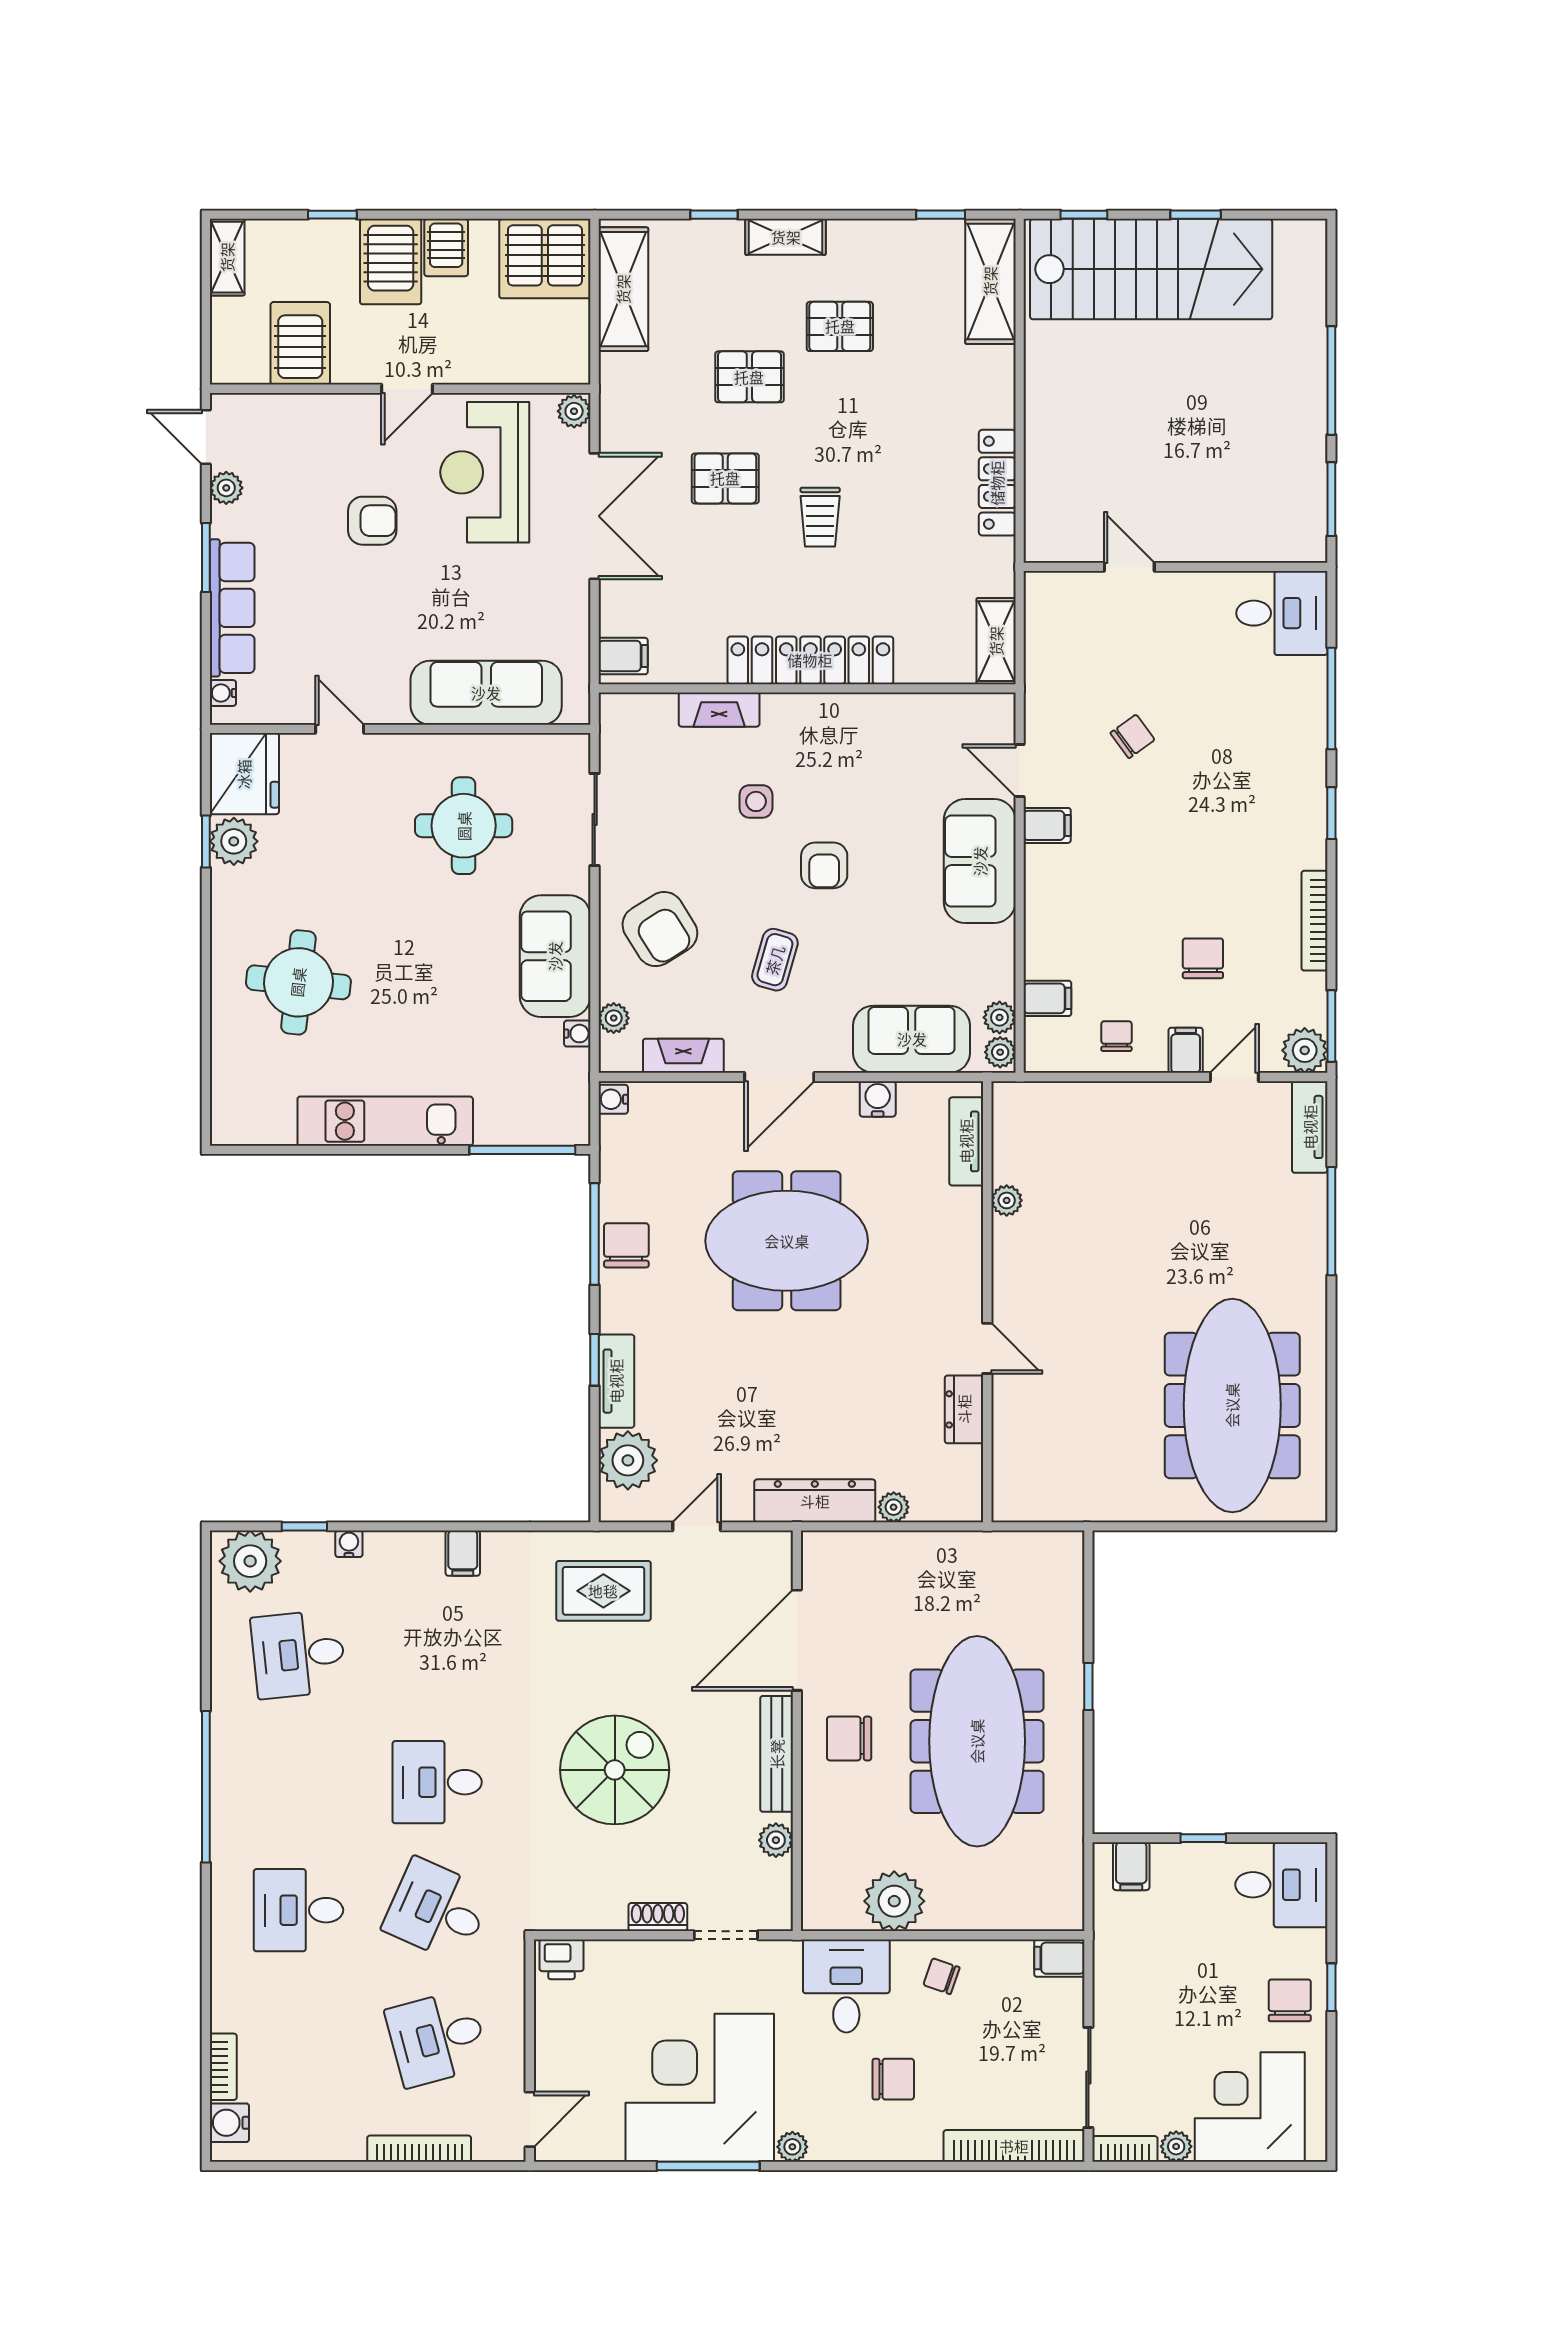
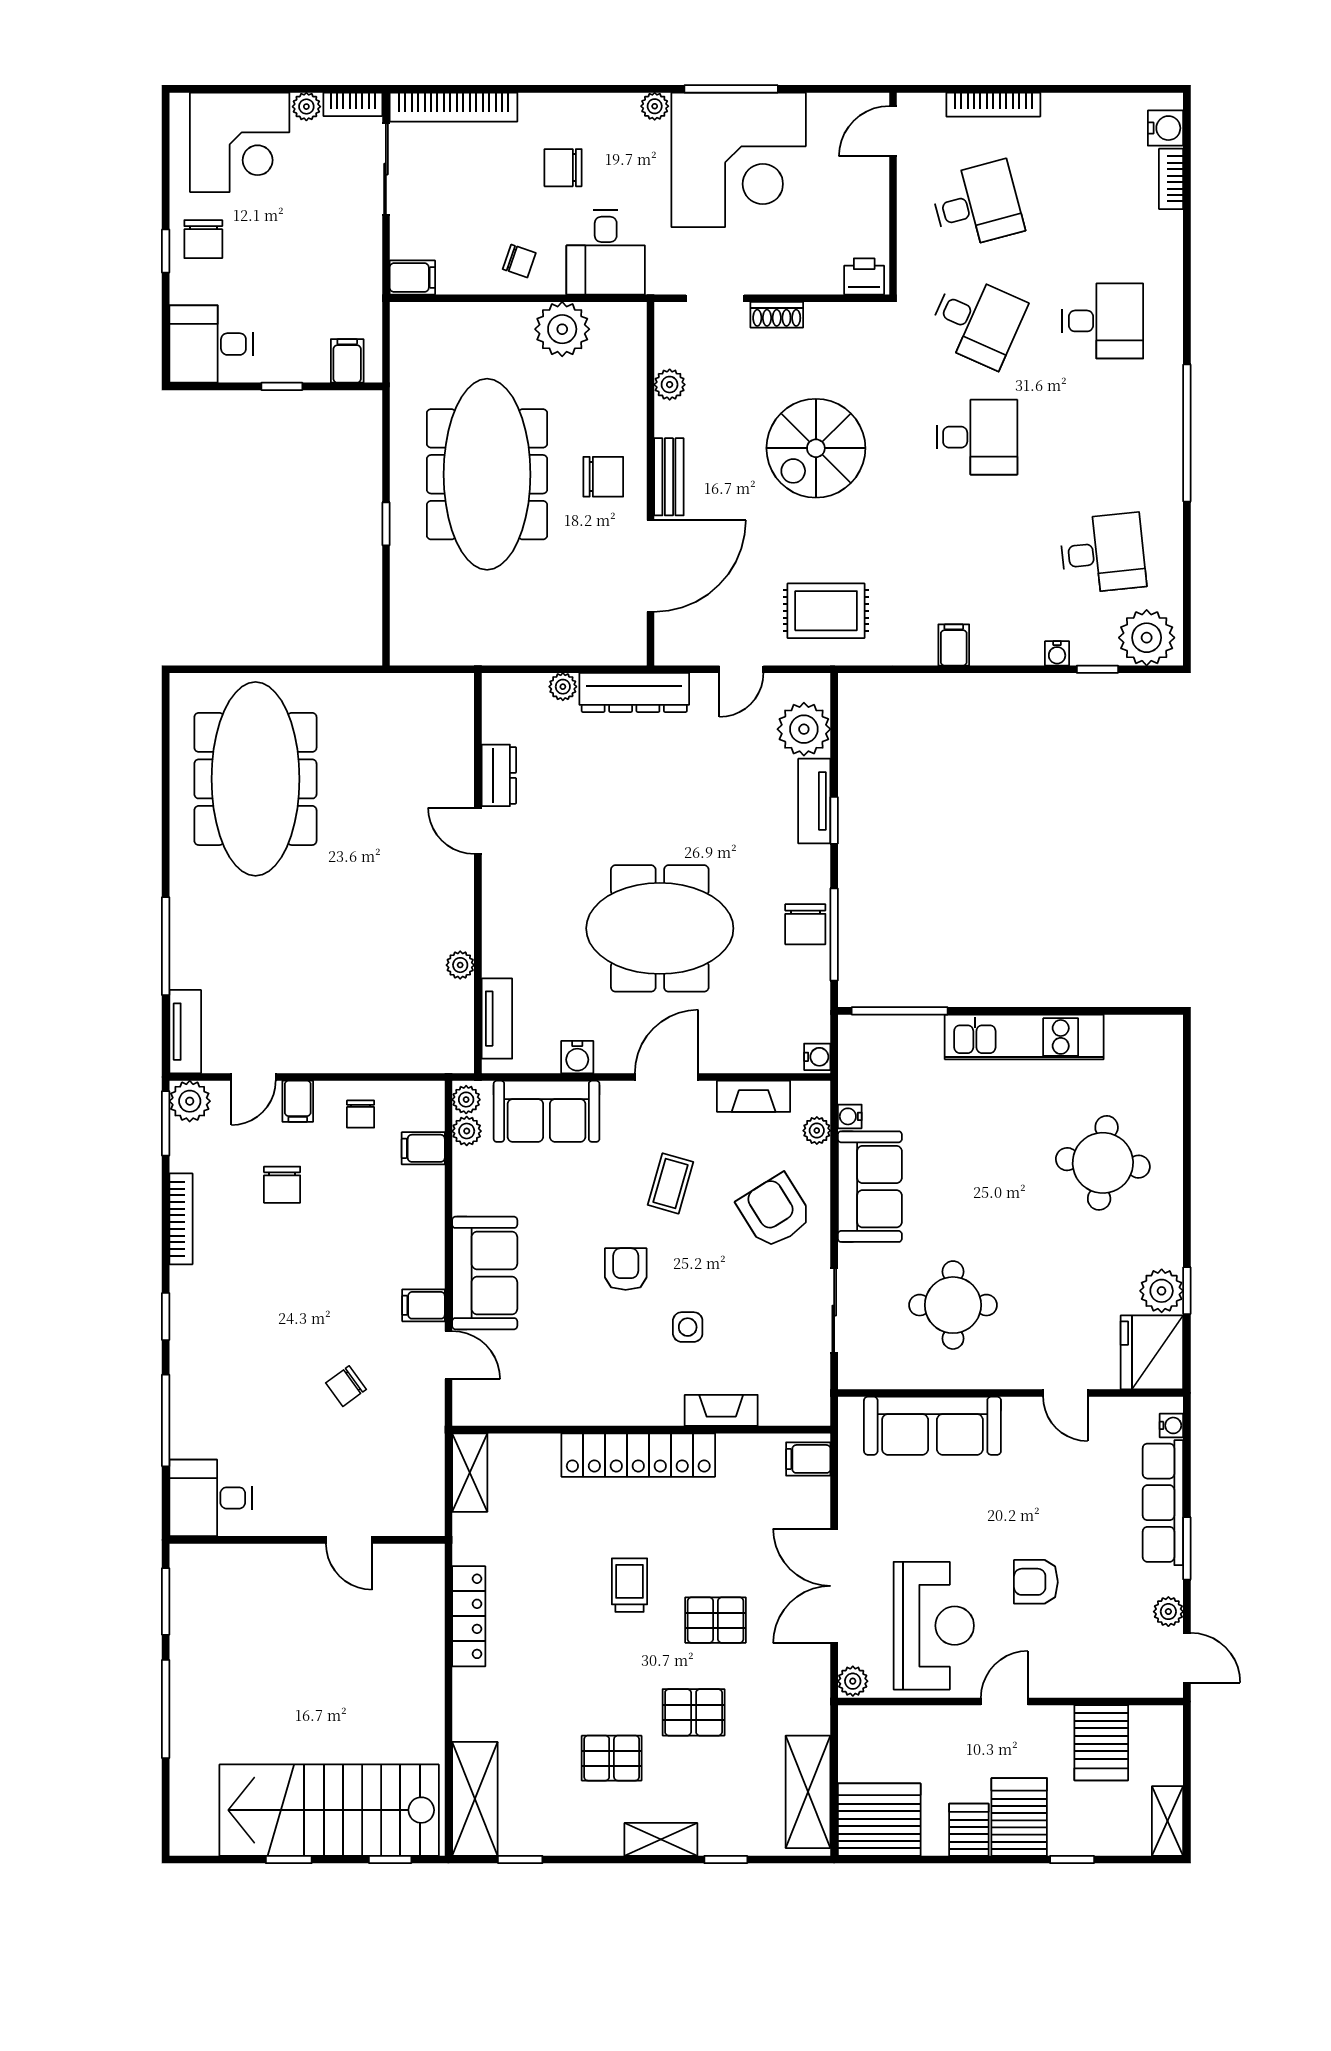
bench: (777, 1754) -> (669, 477), width x0.73

